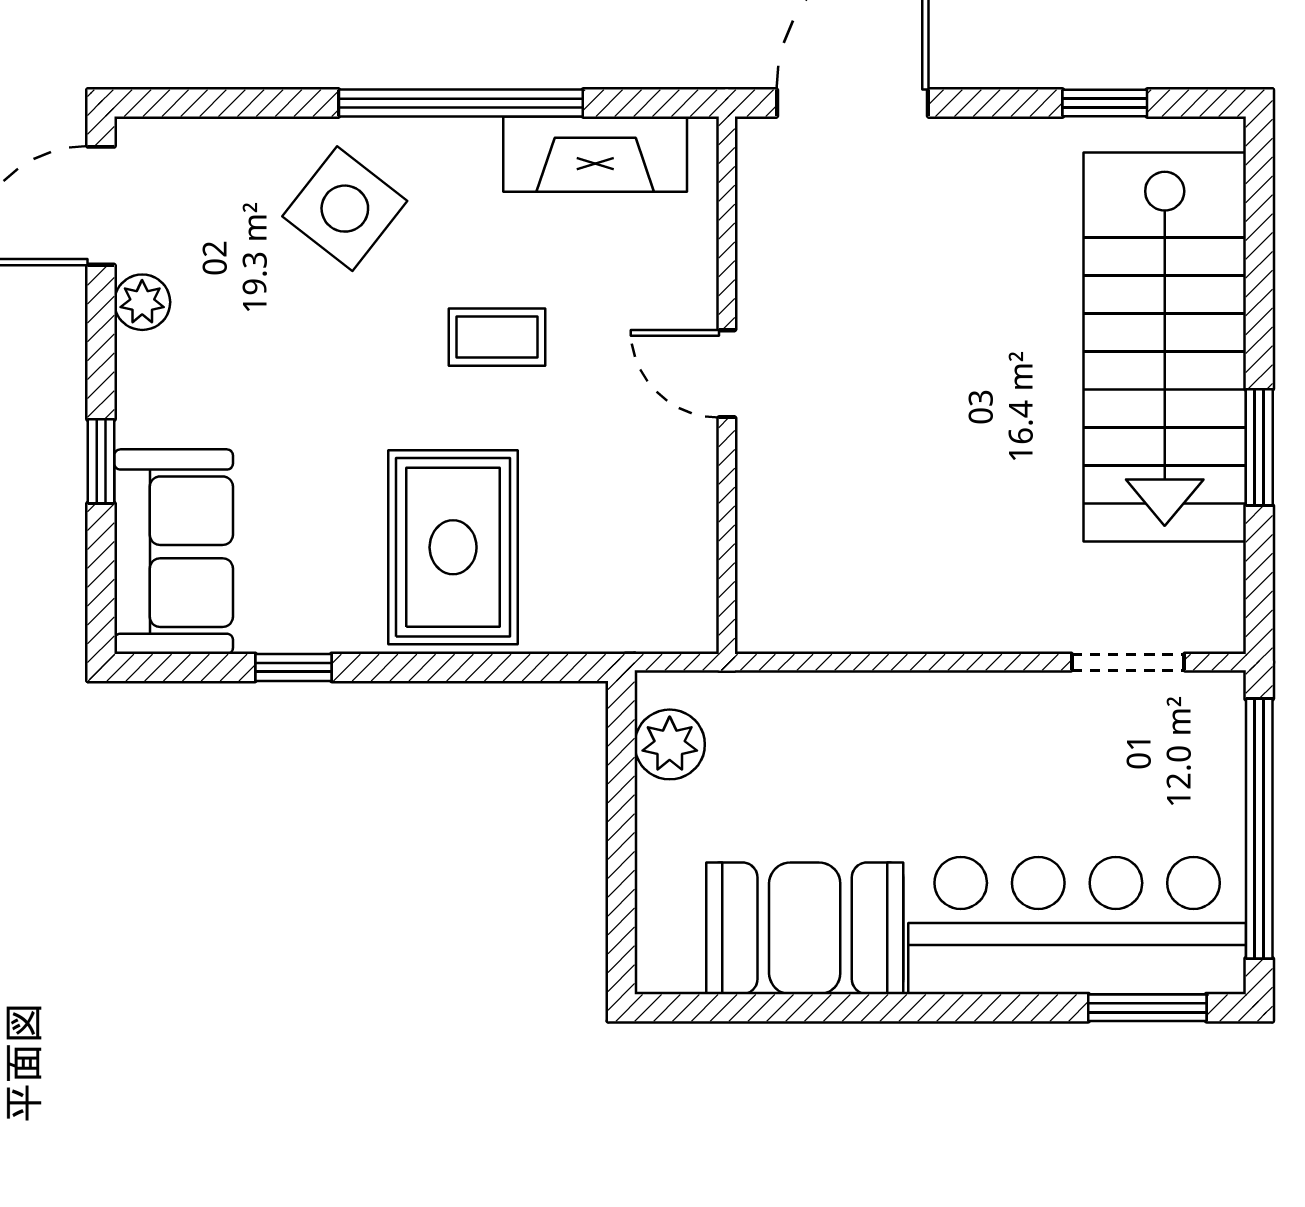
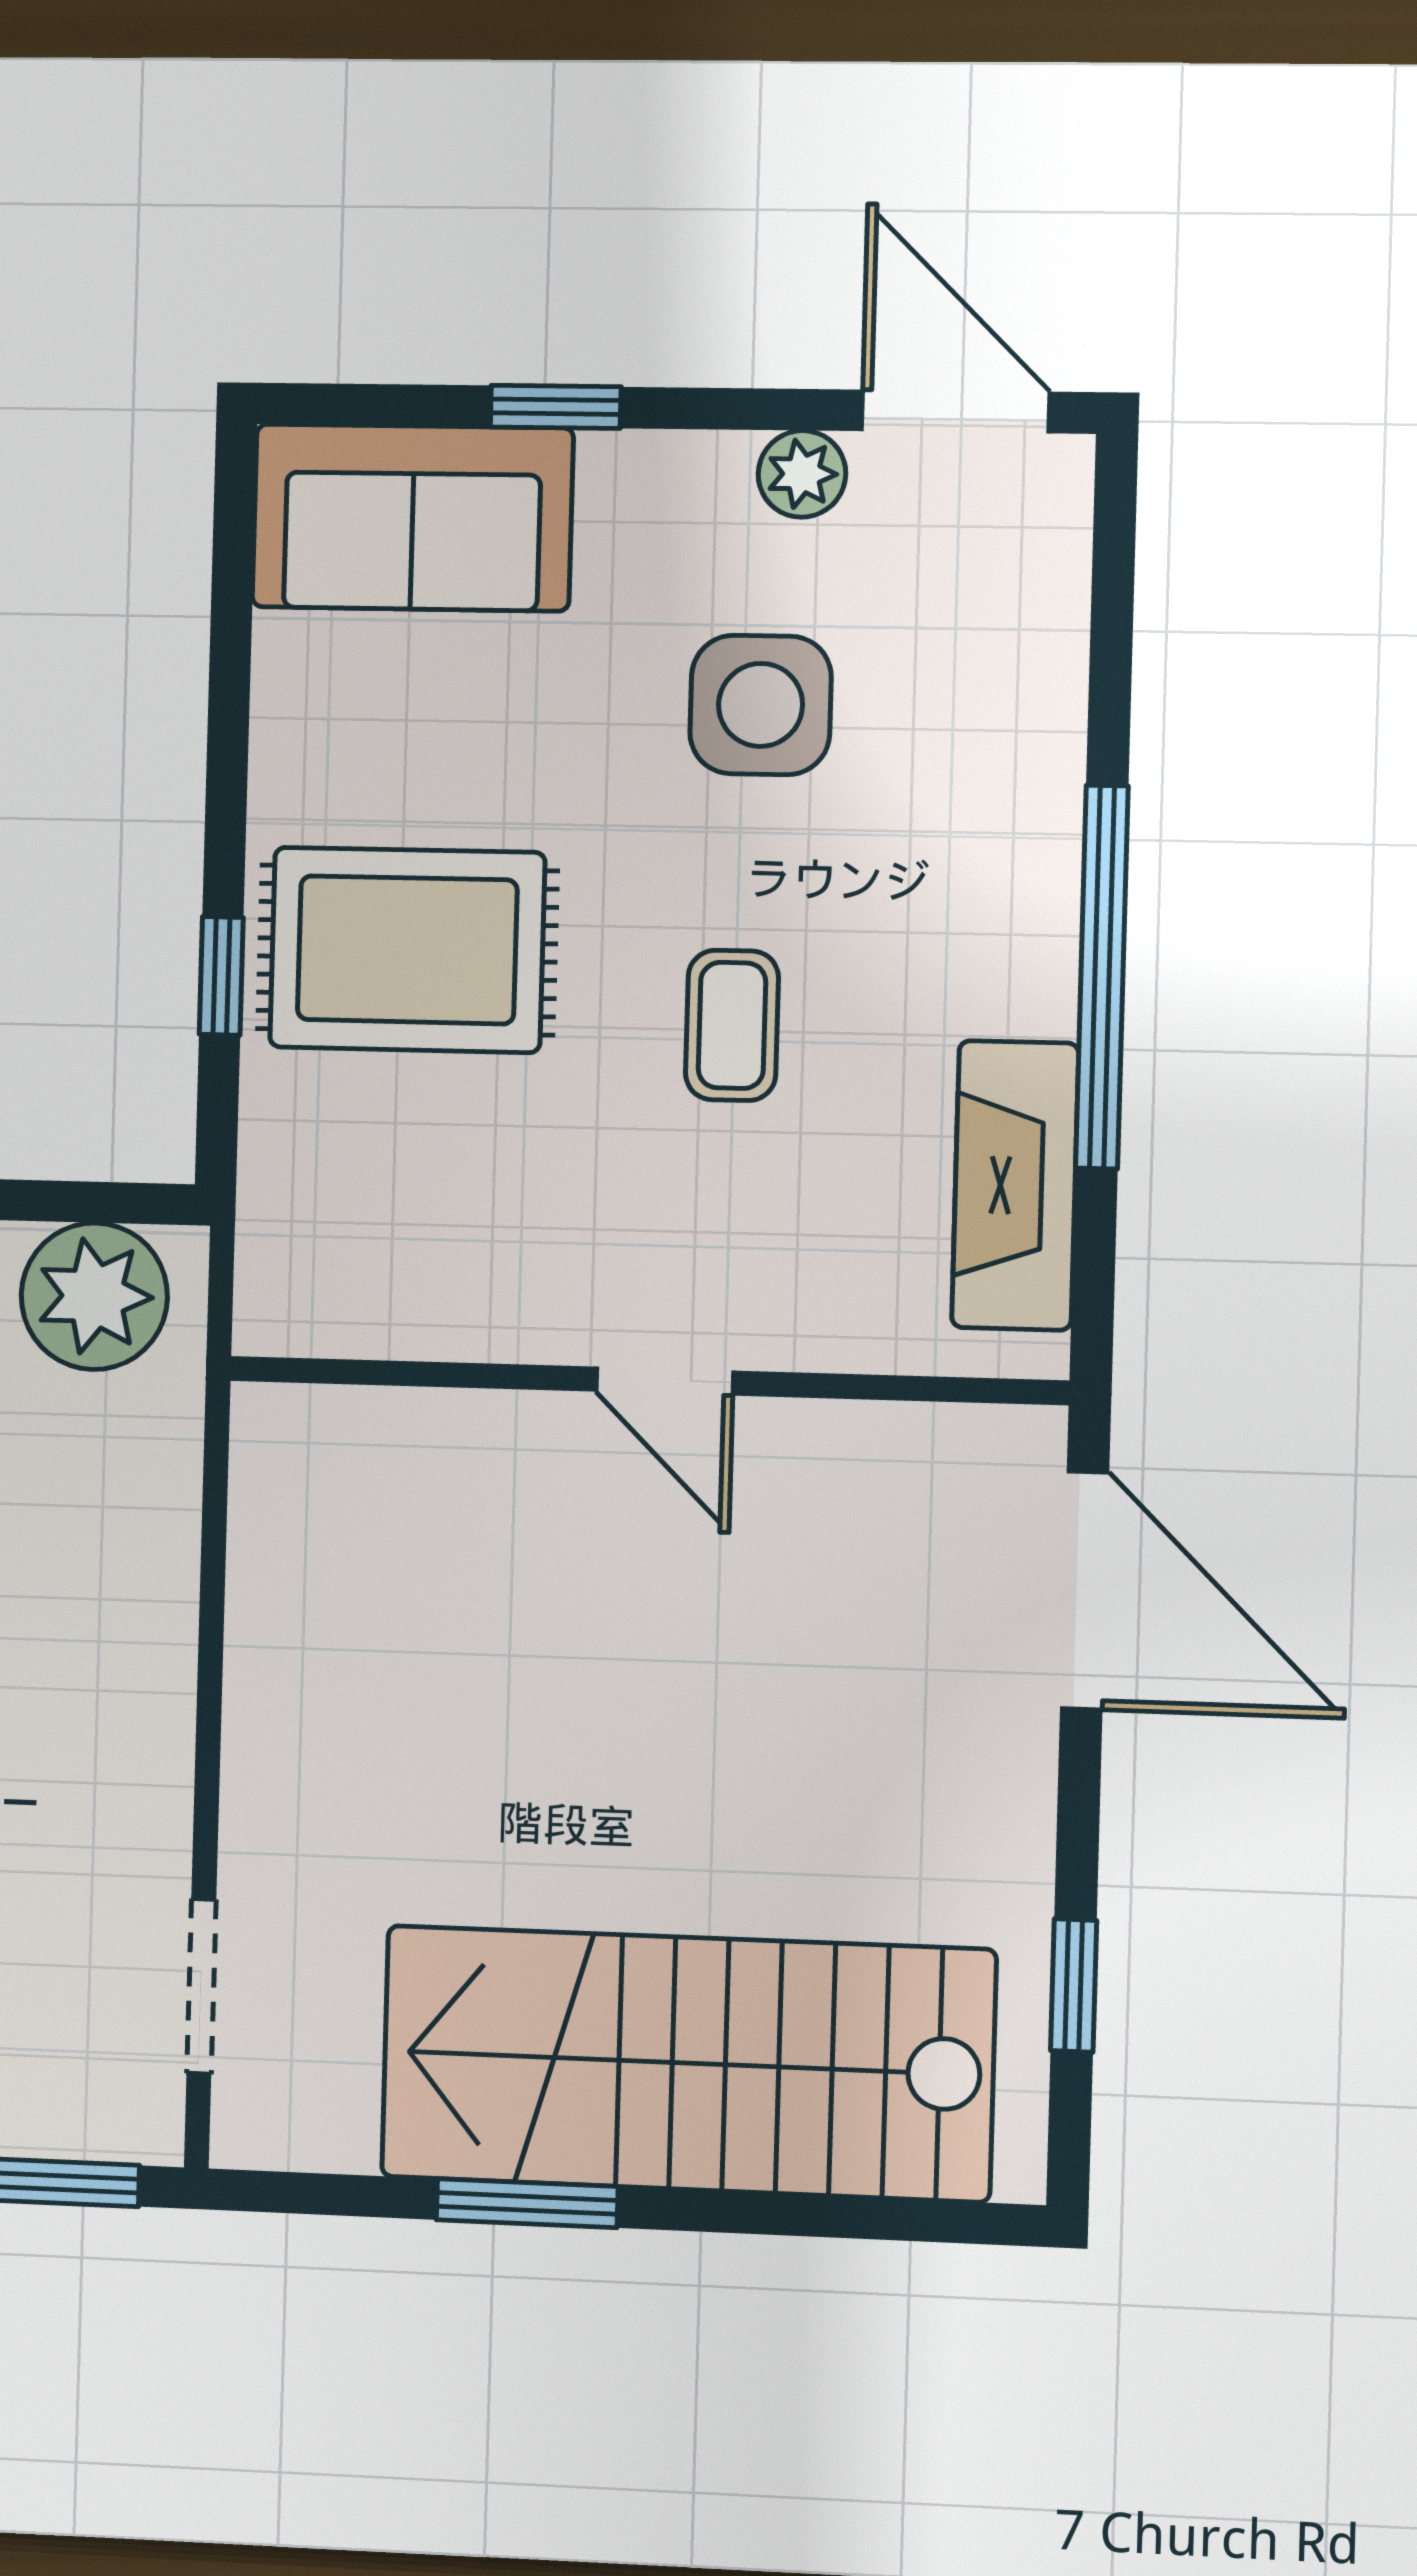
side table: (345, 209) -> (761, 705), moved, turned -38
door: (727, 374) -> (665, 1381), swing flipped
window: (293, 667) -> (221, 976), moved
plant: (670, 744) -> (94, 1296), width x1.36, depth x1.36

